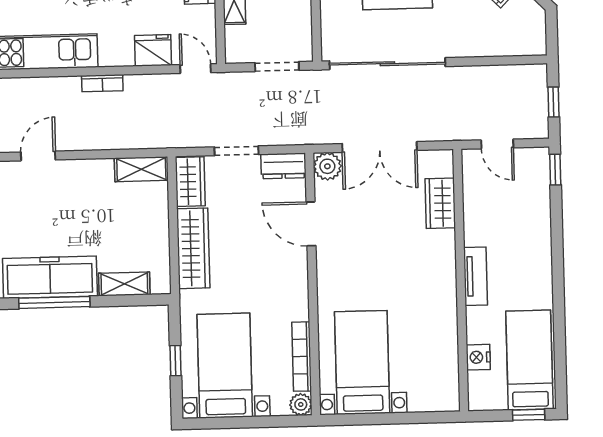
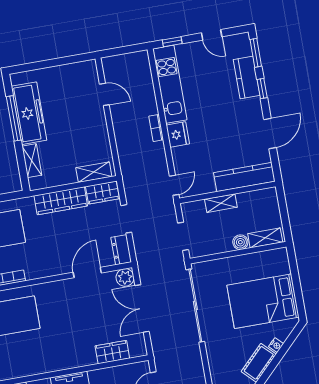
fridge: (153, 50) -> (178, 134), moved
shelving: (141, 169) -> (94, 172), moved, turned 90

